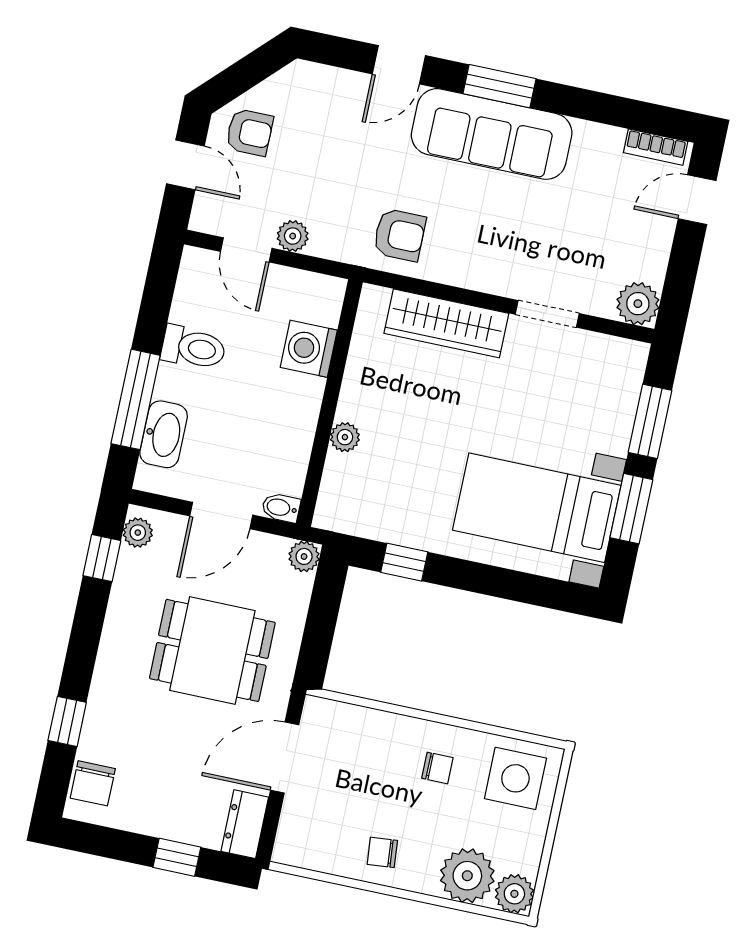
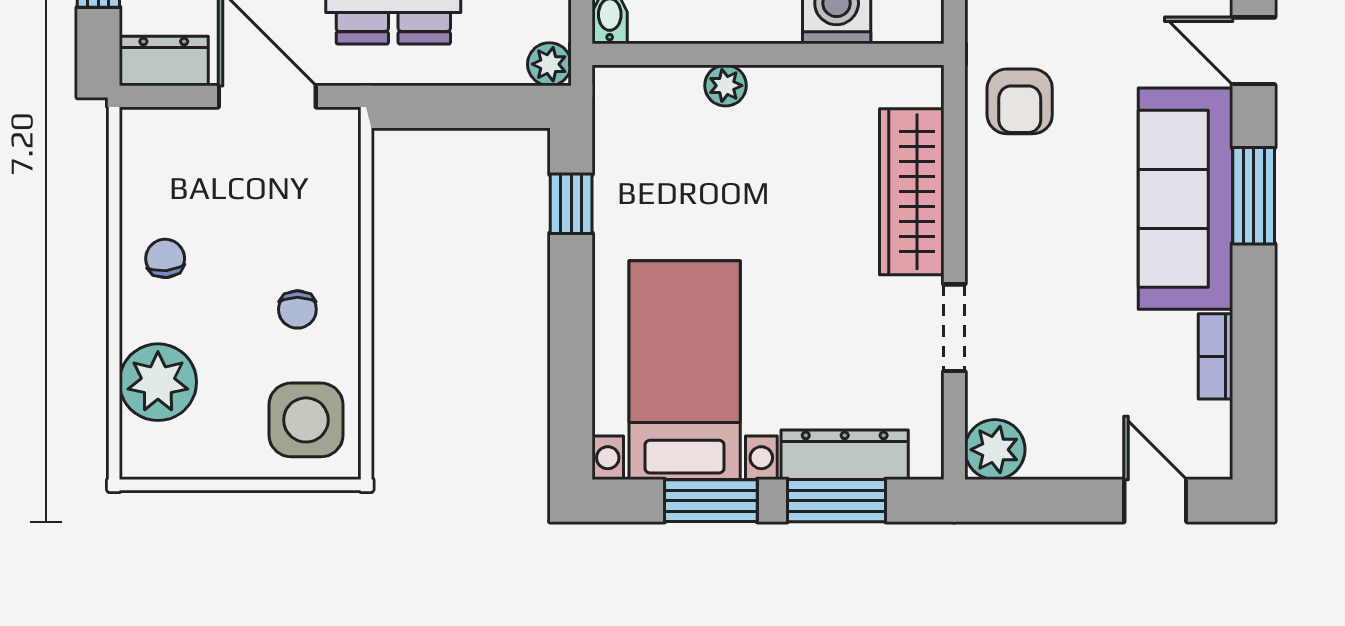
bookcase: (656, 147) -> (1215, 356), moved
dresser: (619, 409) -> (845, 455), added
plant: (514, 894) -> (147, 452), removed

